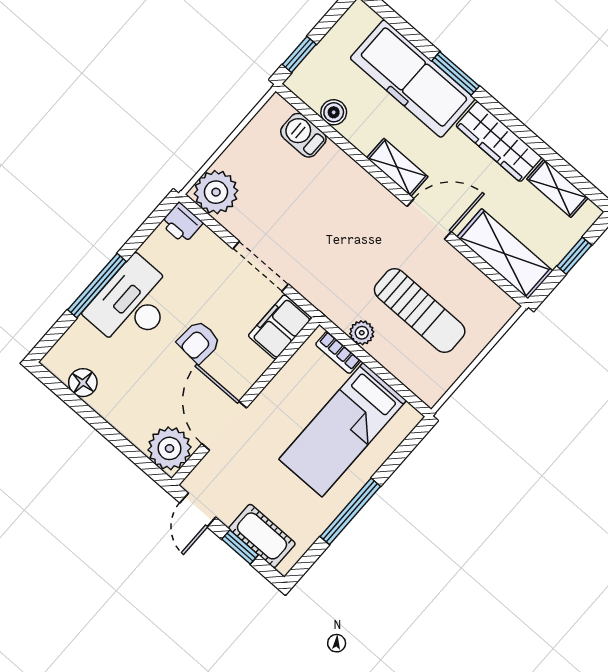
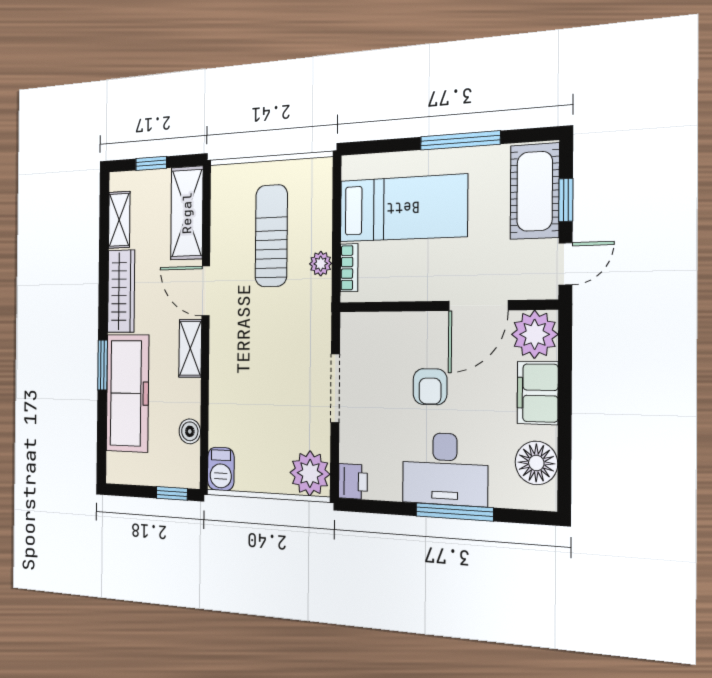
barbecue: (303, 135) -> (221, 469), moved
filing cabinet: (280, 327) -> (538, 393), moved, turned 90
armchair: (199, 342) -> (430, 387), turned 86
floor lamp: (83, 383) -> (536, 463), width x1.38, depth x1.38
cot: (262, 536) -> (535, 191), width x1.37, depth x1.34

